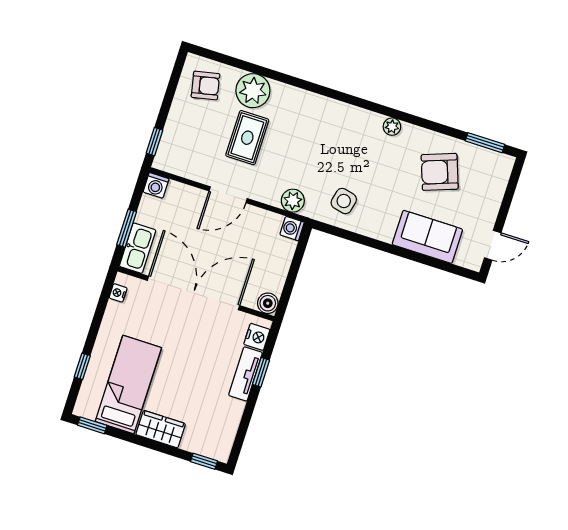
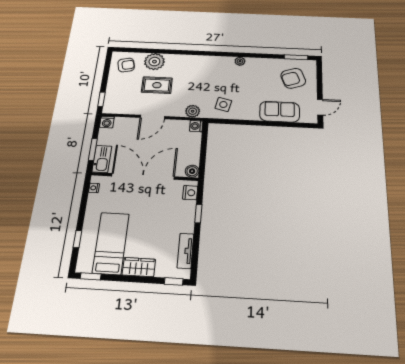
rug: (247, 138) -> (157, 85), turned 90
armchair: (440, 172) -> (293, 78), moved
tv unit: (245, 374) -> (185, 251), moved

